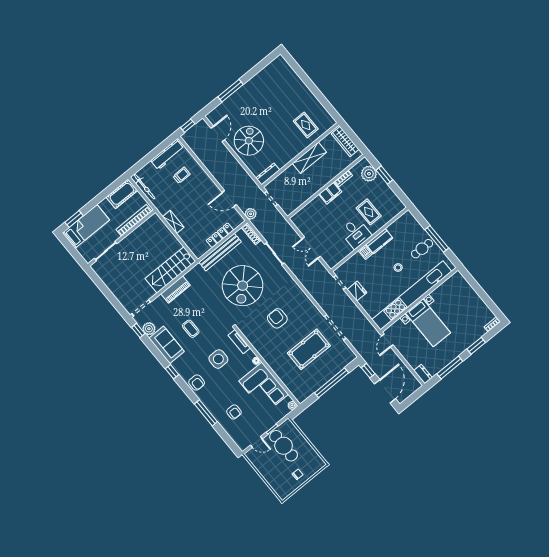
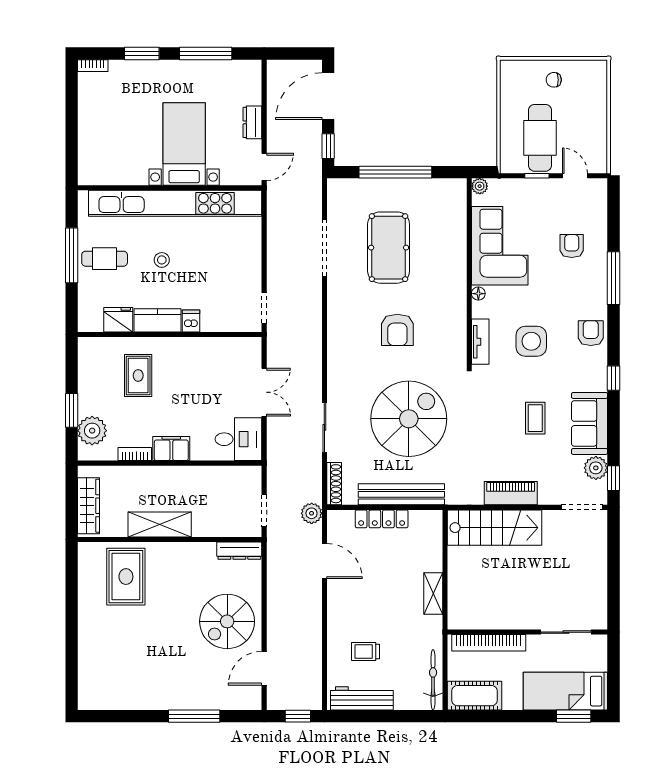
rug: (306, 125) -> (126, 577), width x1.36, depth x1.43
desk: (356, 233) -> (238, 439), moved, turned 90
fridge: (357, 291) -> (118, 320), moved, turned 90
pool table: (309, 349) -> (389, 248), turned 90
dresser: (423, 374) -> (252, 122), moved

